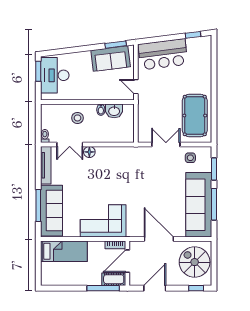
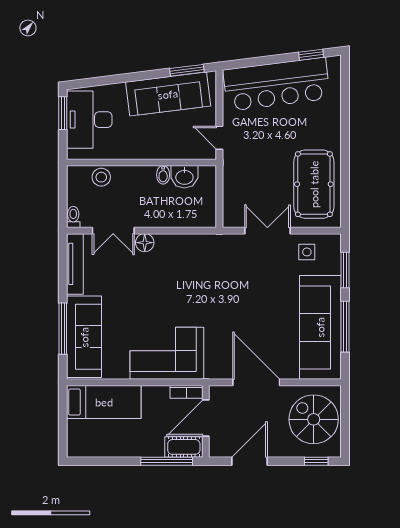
bar counter: (163, 54) -> (277, 84), width x1.36
sofa: (111, 58) -> (168, 94), width x1.36
stool: (77, 118) -> (101, 177), moved

